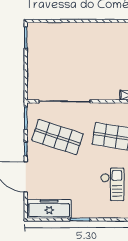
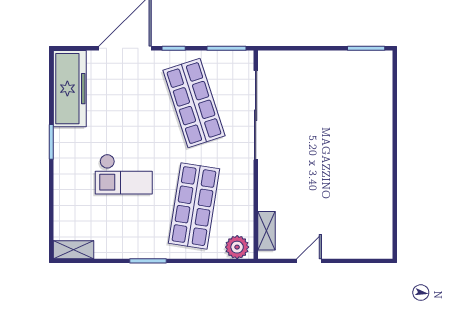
shop shelf: (57, 137) -> (194, 103), turned -36
checkout: (112, 184) -> (124, 174), moved

